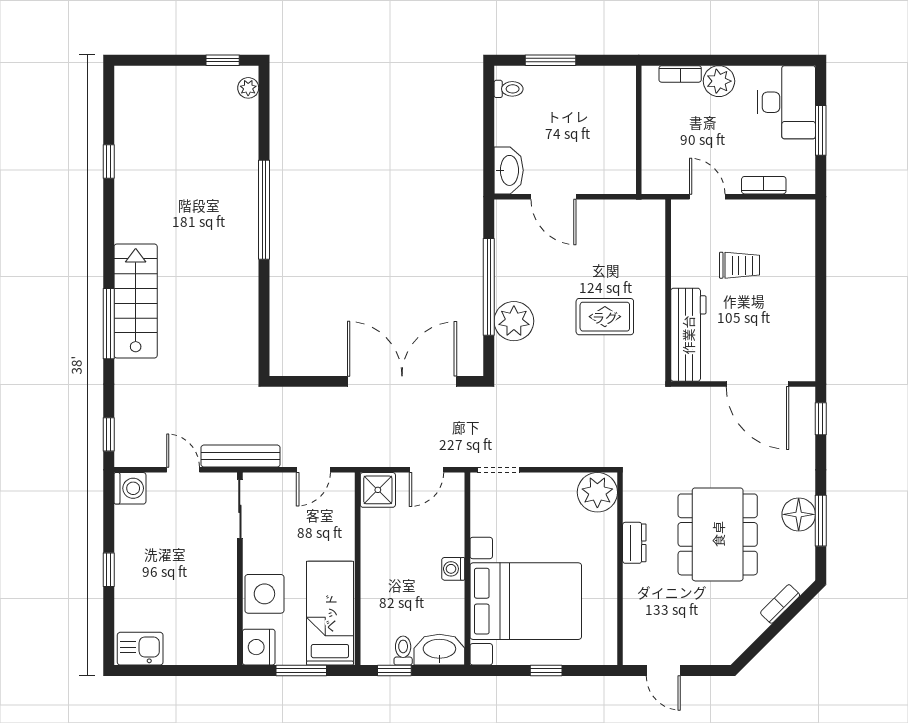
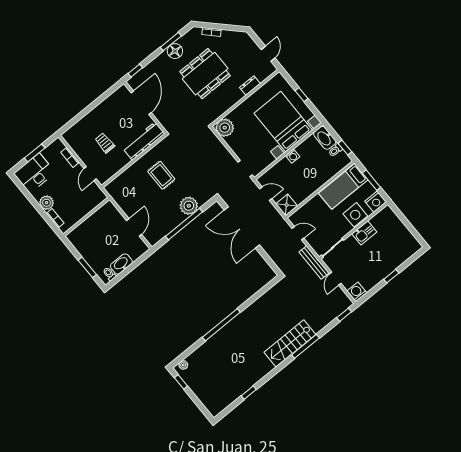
washbasin: (509, 170) -> (121, 264), moved
dresser: (634, 543) -> (250, 85), moved
kitchen sink: (140, 649) -> (364, 233), moved, turned -90

